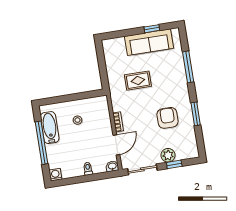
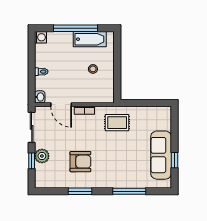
rug: (138, 81) -> (117, 123), moved, turned 90

